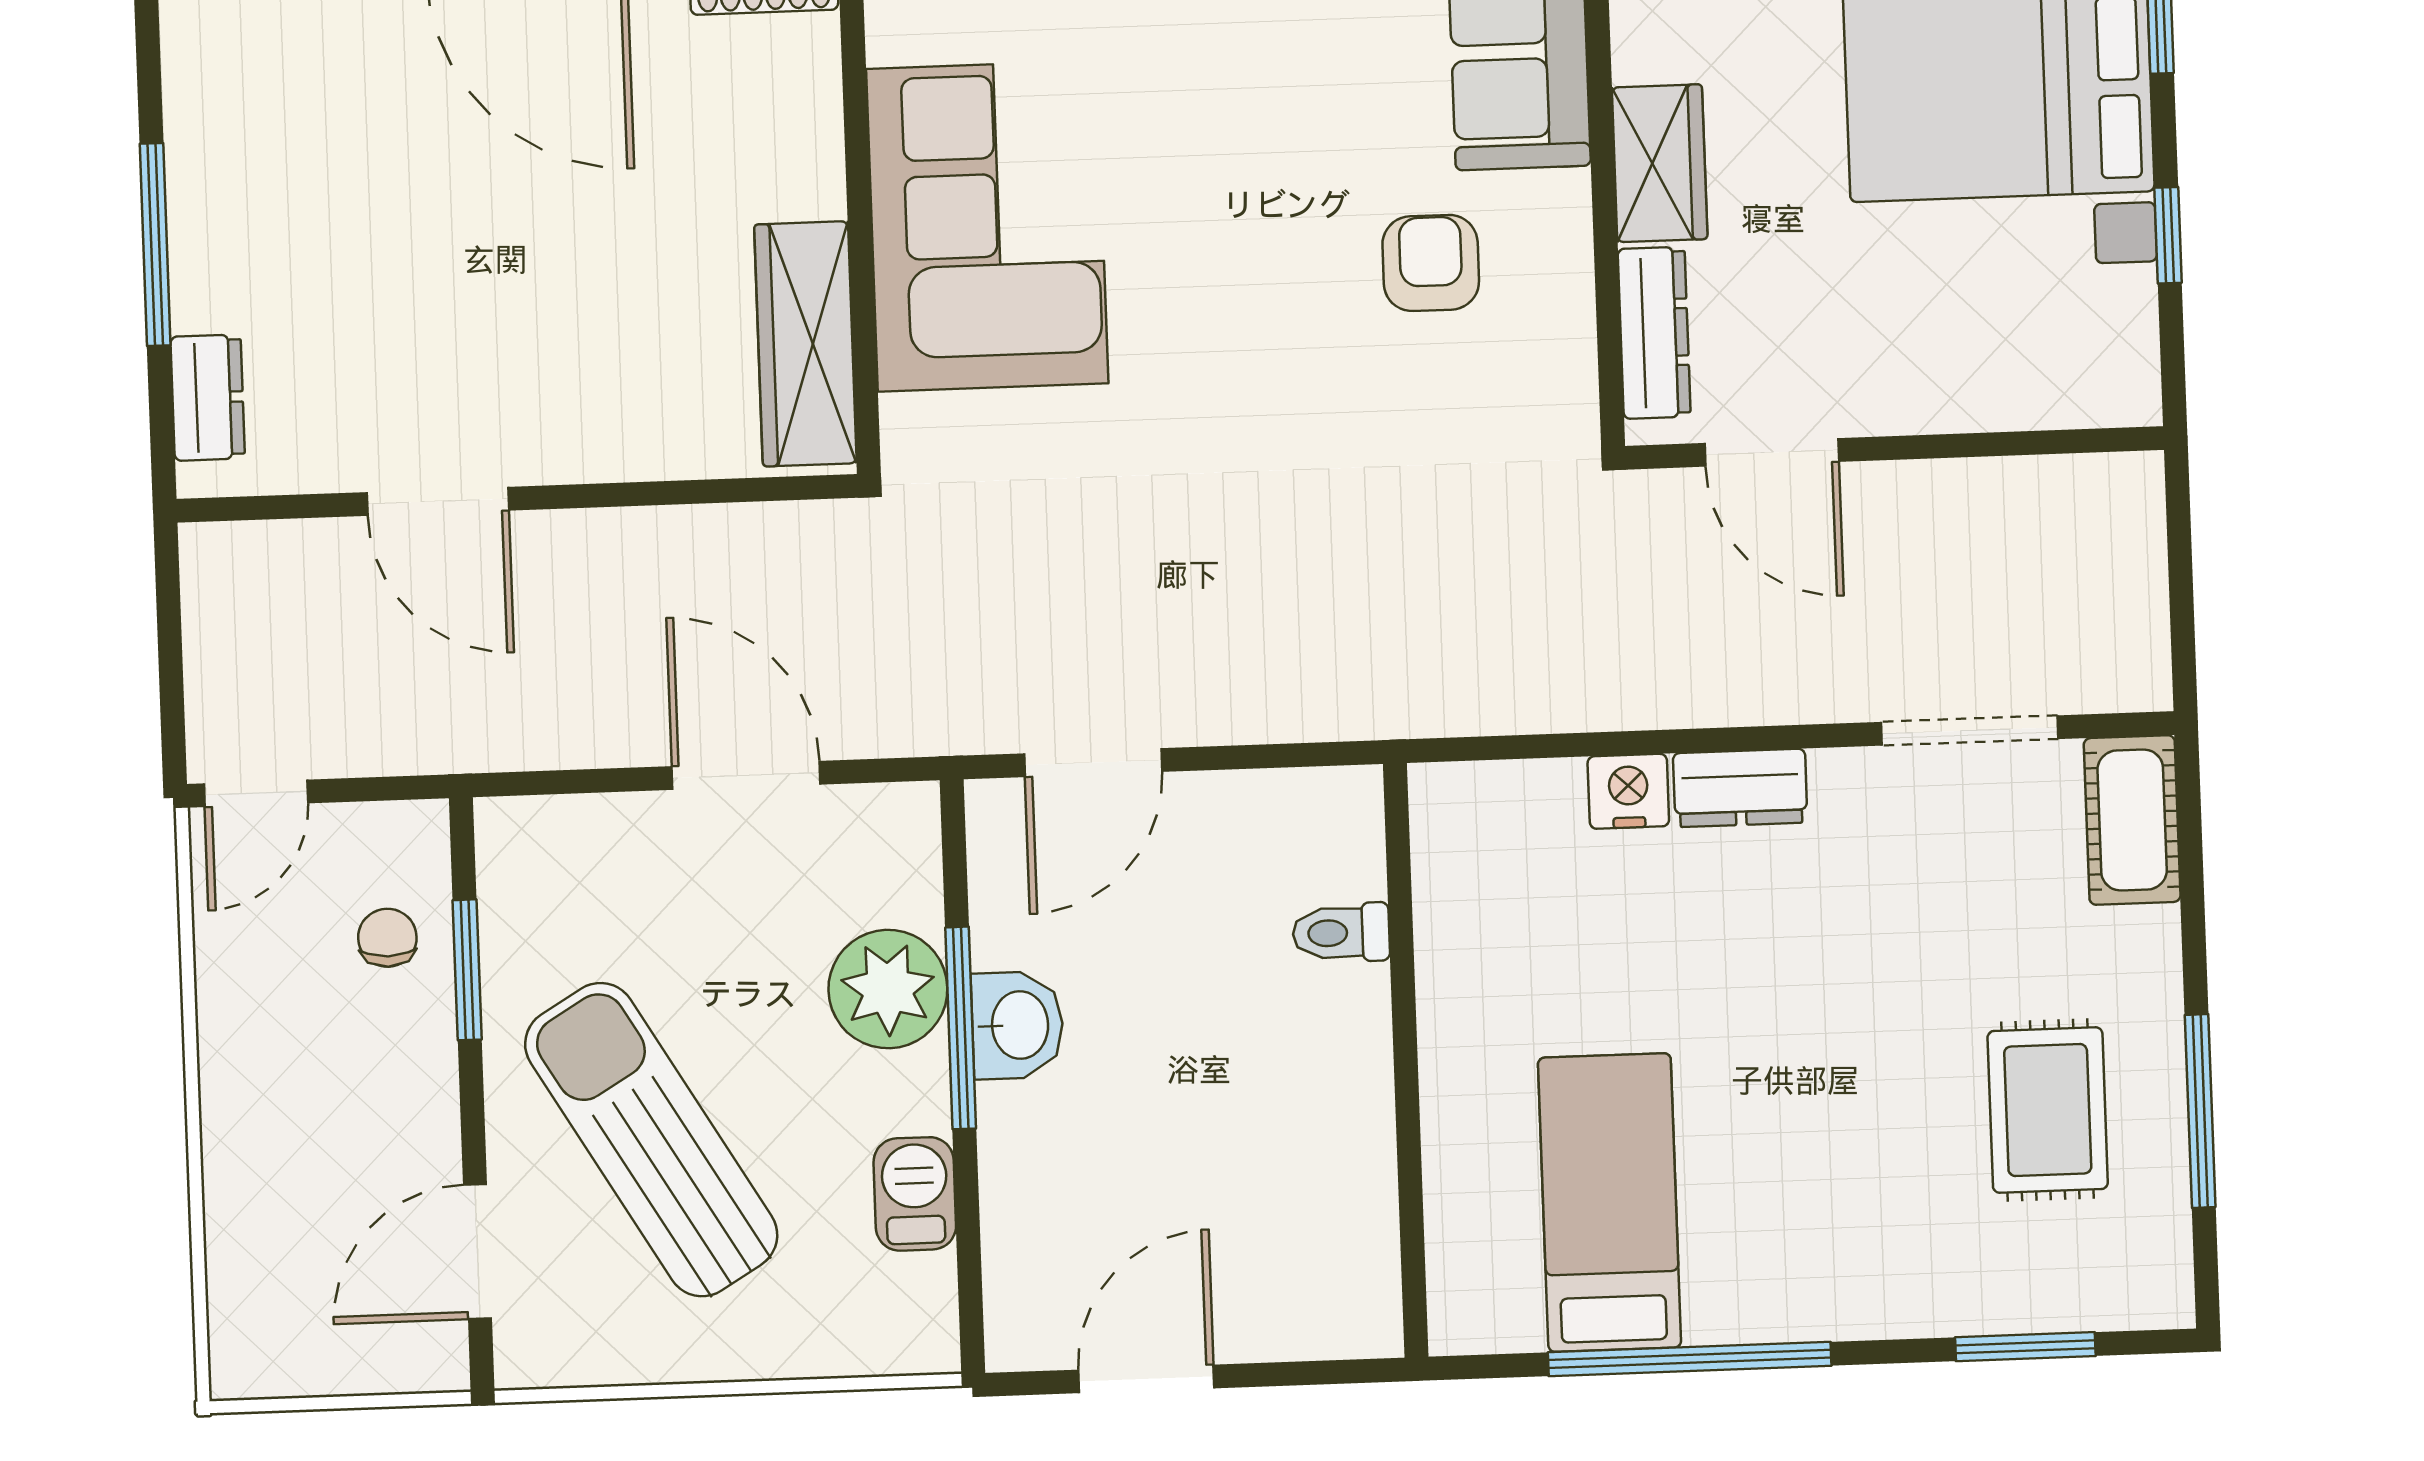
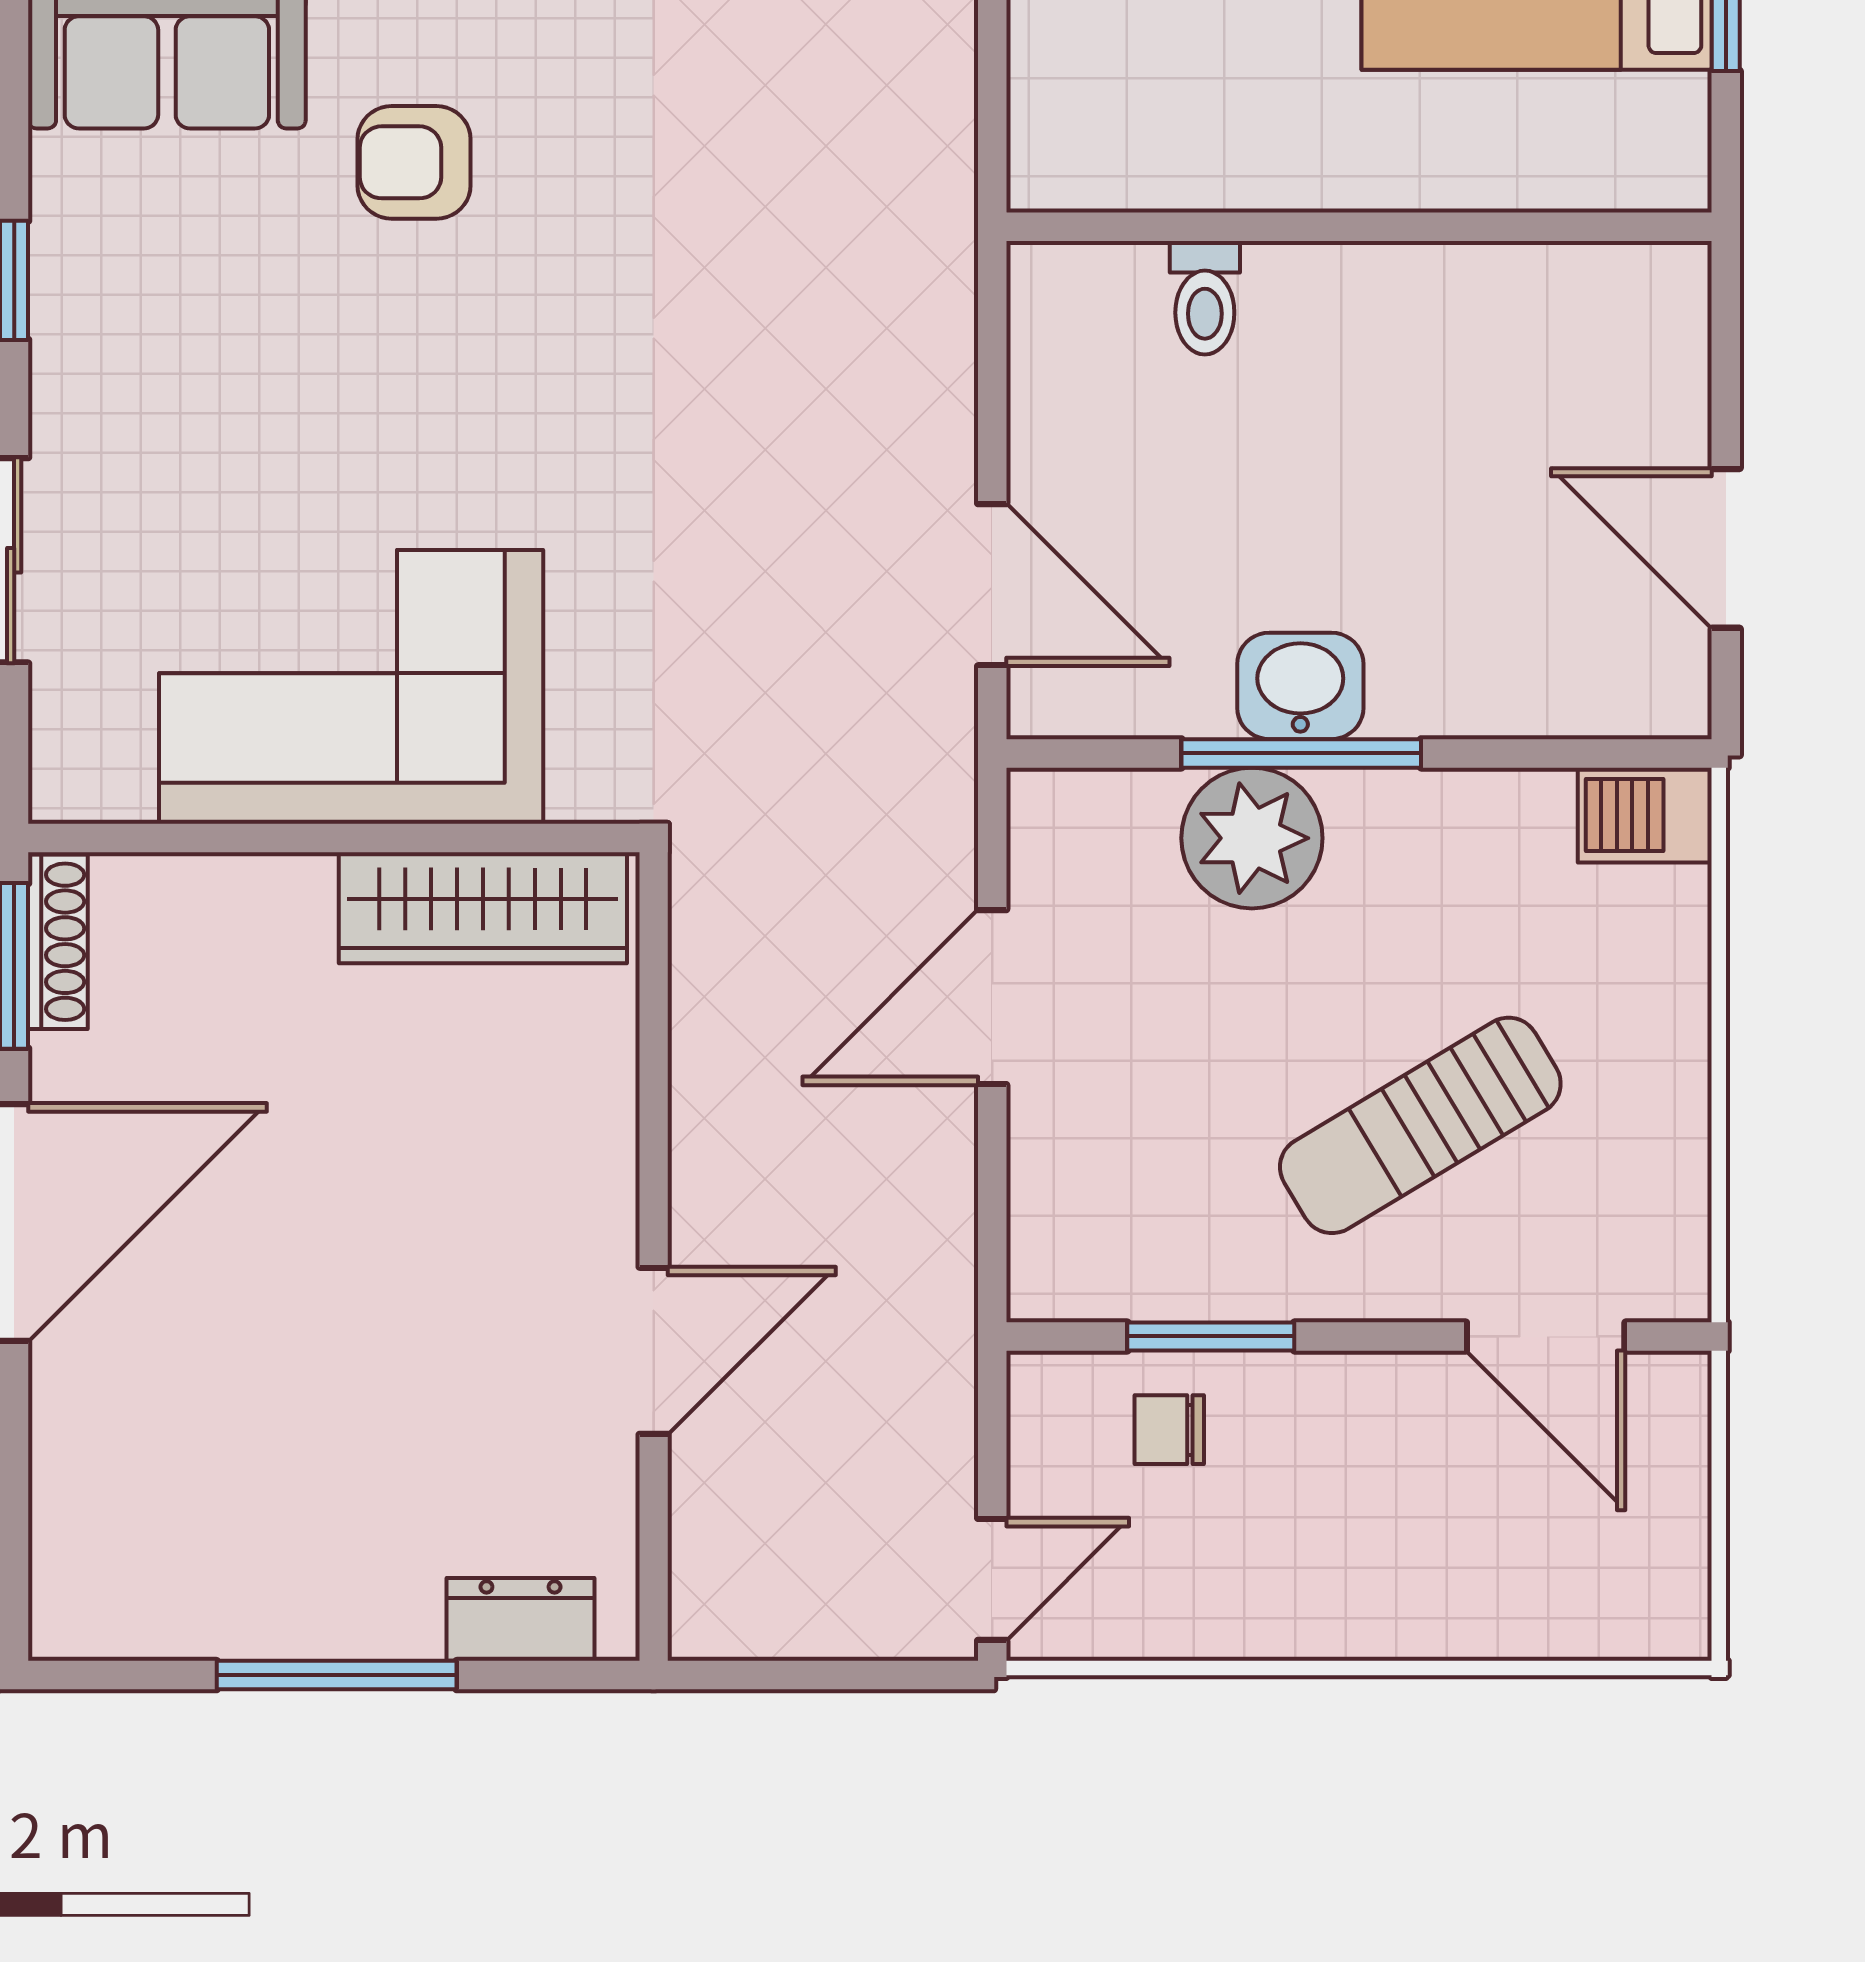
door: (256, 793) -> (992, 1579), hinge flipped
sun lounger: (651, 1140) -> (1420, 1125), width x0.73, depth x0.75
barbecue: (915, 1194) -> (1645, 815), moved

